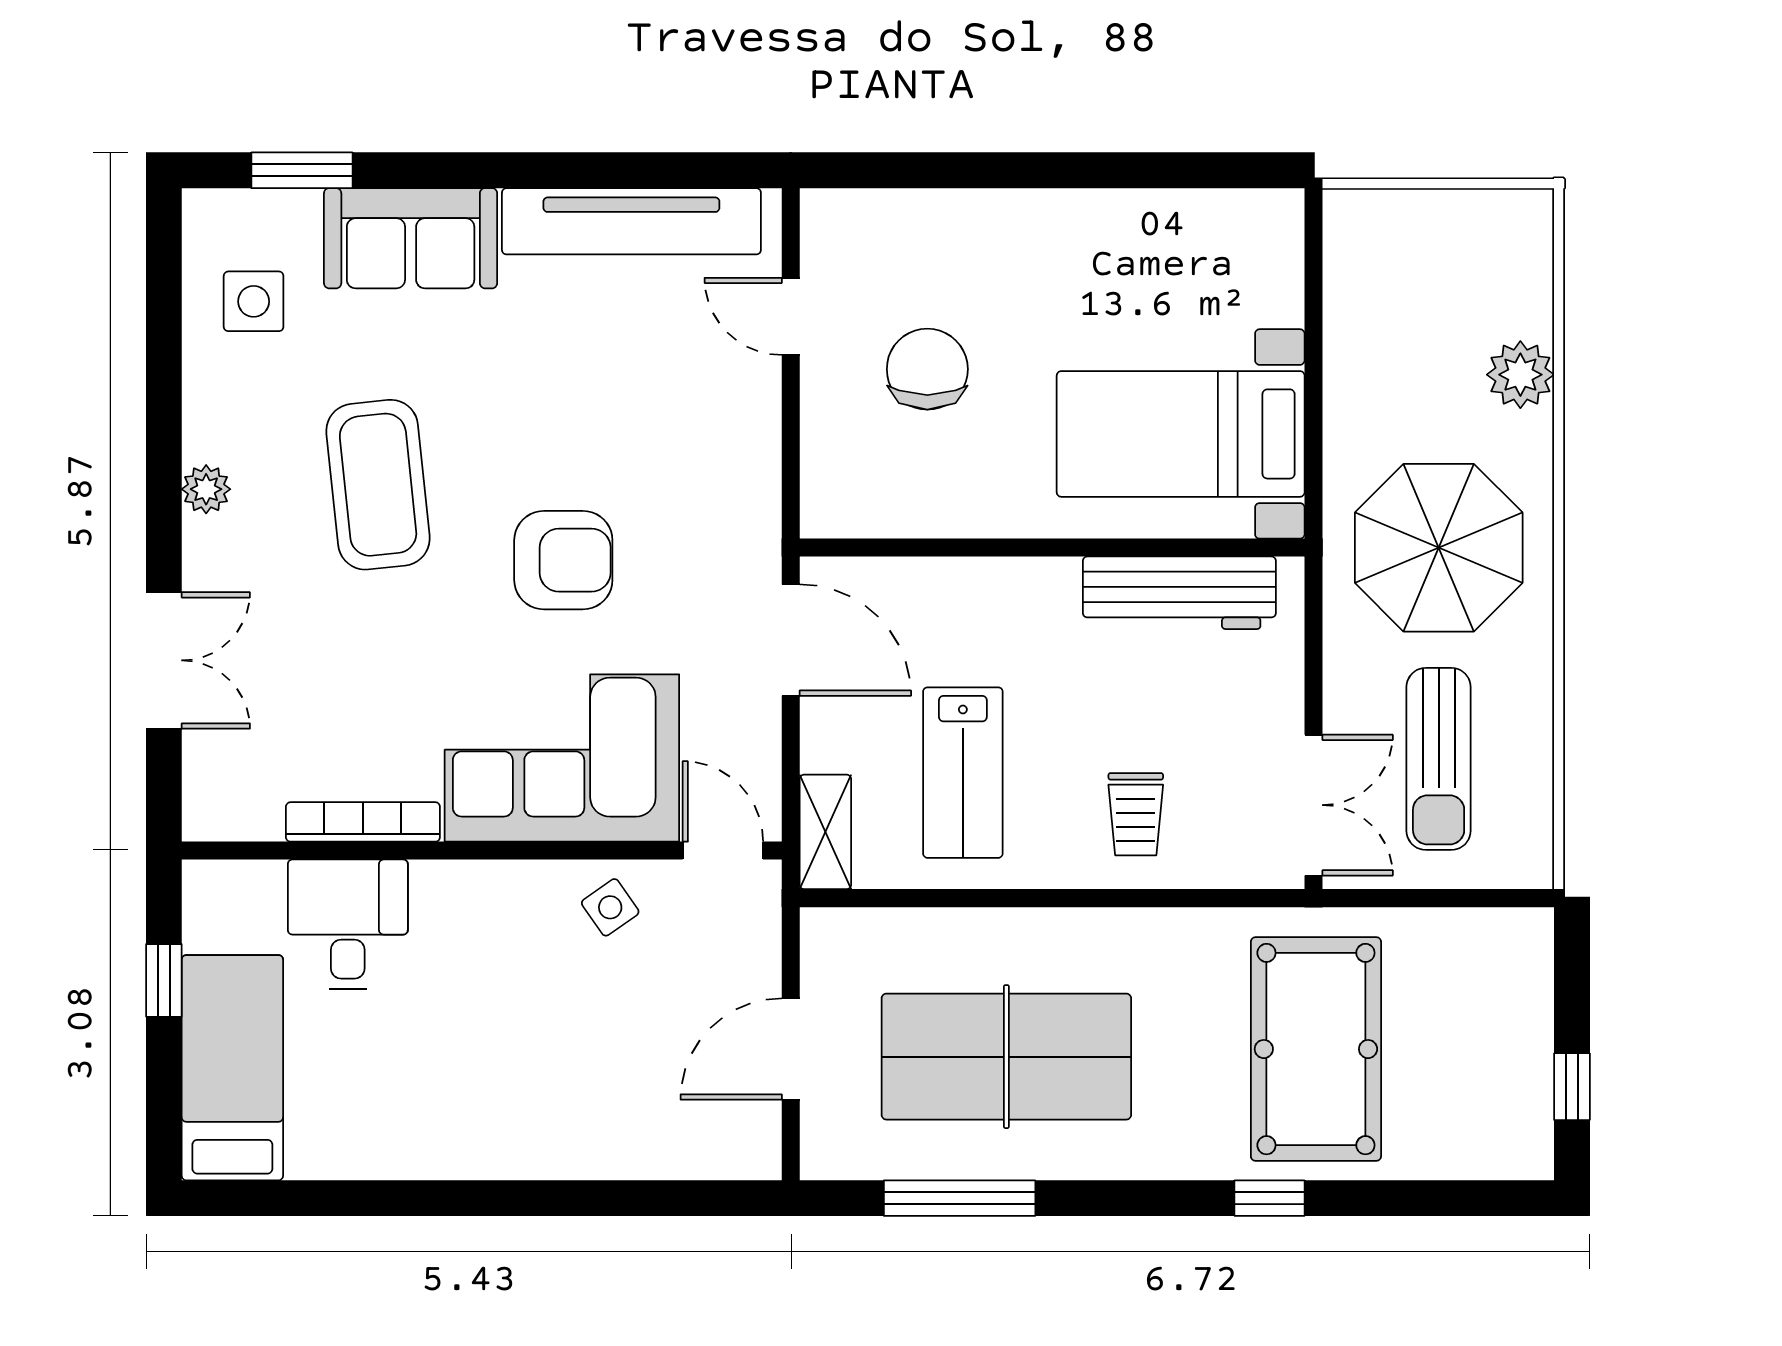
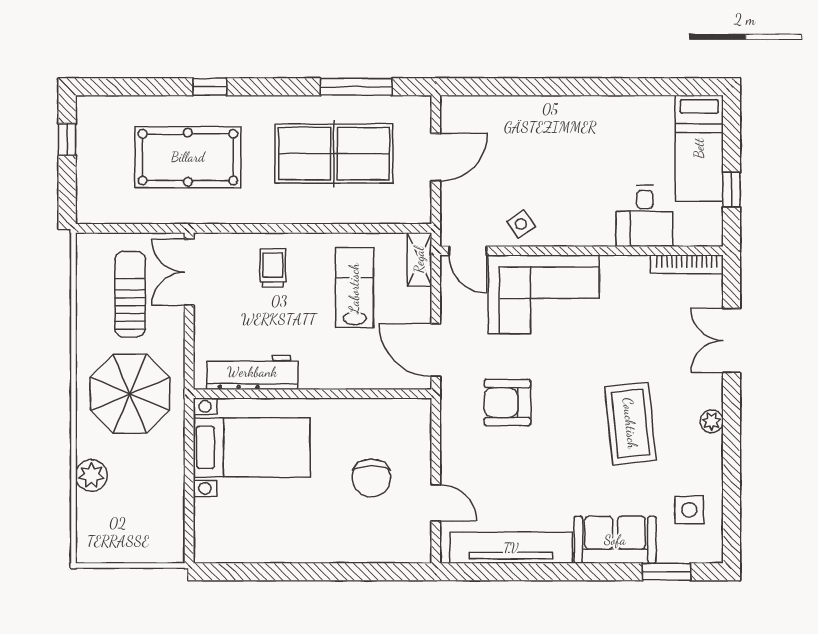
armchair: (563, 560) -> (508, 403), moved
bookcase: (363, 822) -> (687, 264), moved
pool table: (1316, 1049) -> (188, 157), turned 90

